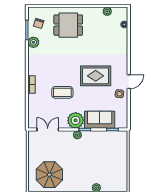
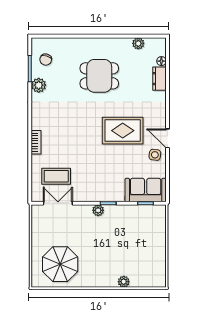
dining table: (68, 25) -> (99, 76), moved
dresser: (123, 37) -> (159, 79), added
door: (129, 82) -> (167, 138), swing flipped
coffee table: (62, 92) -> (56, 176), moved
plant: (76, 120) -> (96, 191), removed
sofa: (100, 120) -> (146, 190), moved

